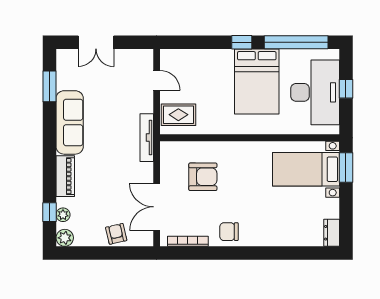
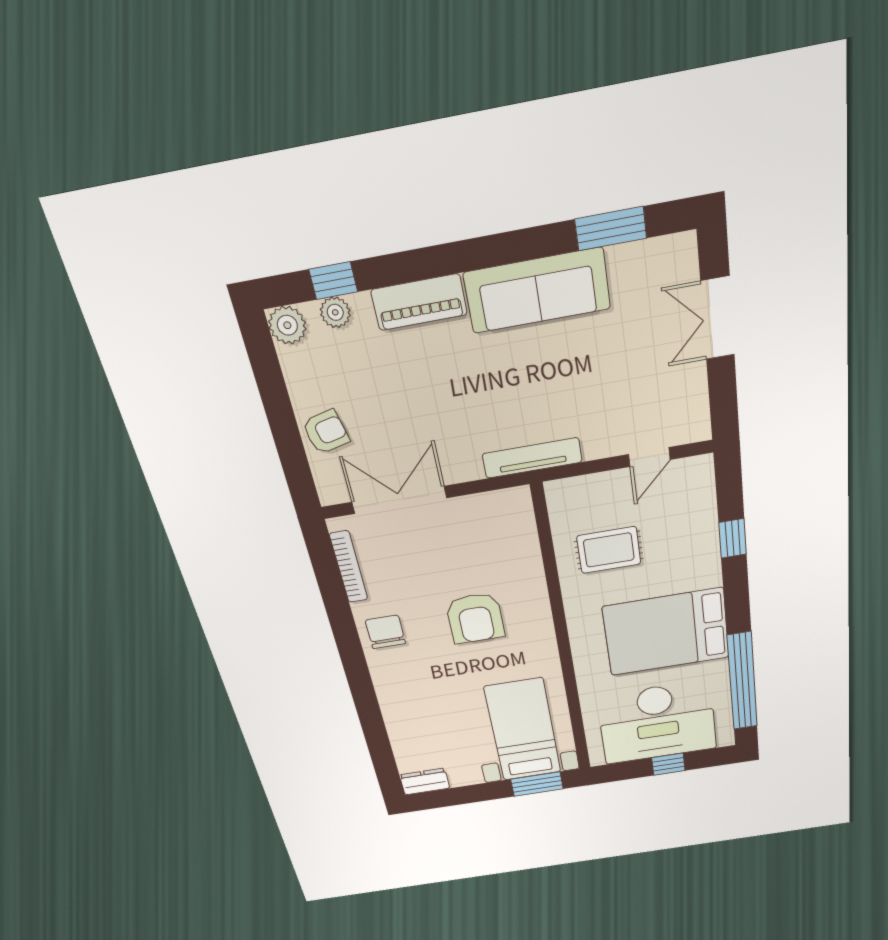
window: (242, 42) -> (733, 538), moved
rug: (178, 115) -> (609, 550), moved, turned 90
armchair: (203, 177) -> (475, 618), moved

